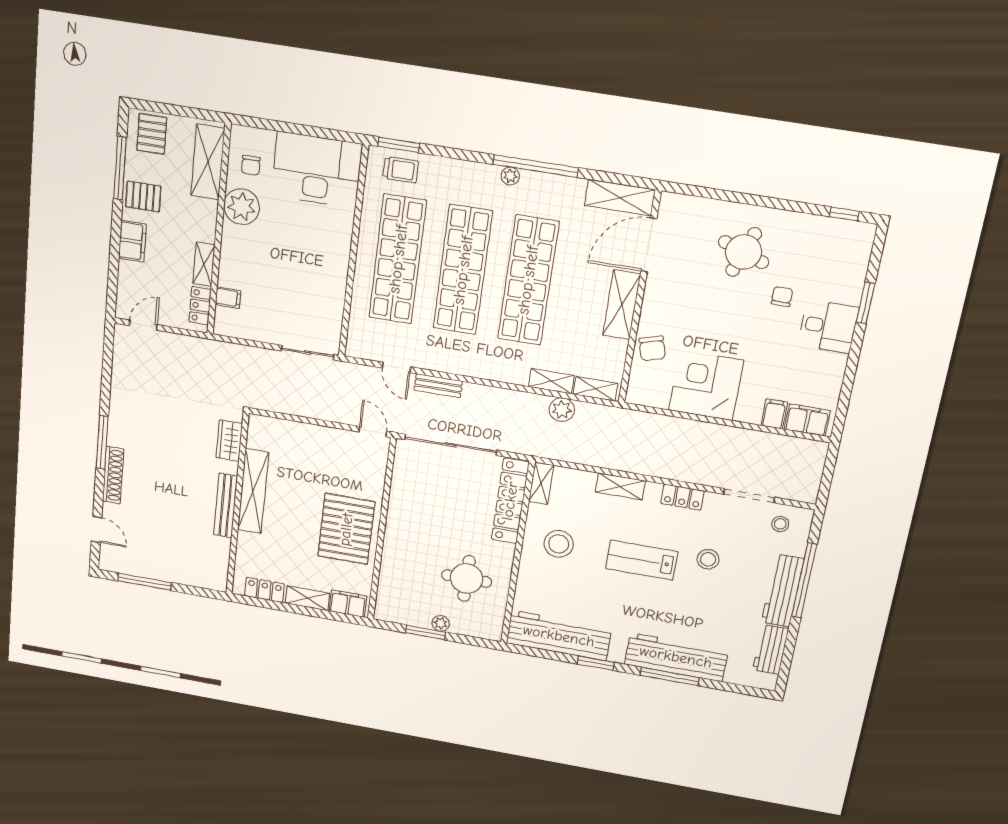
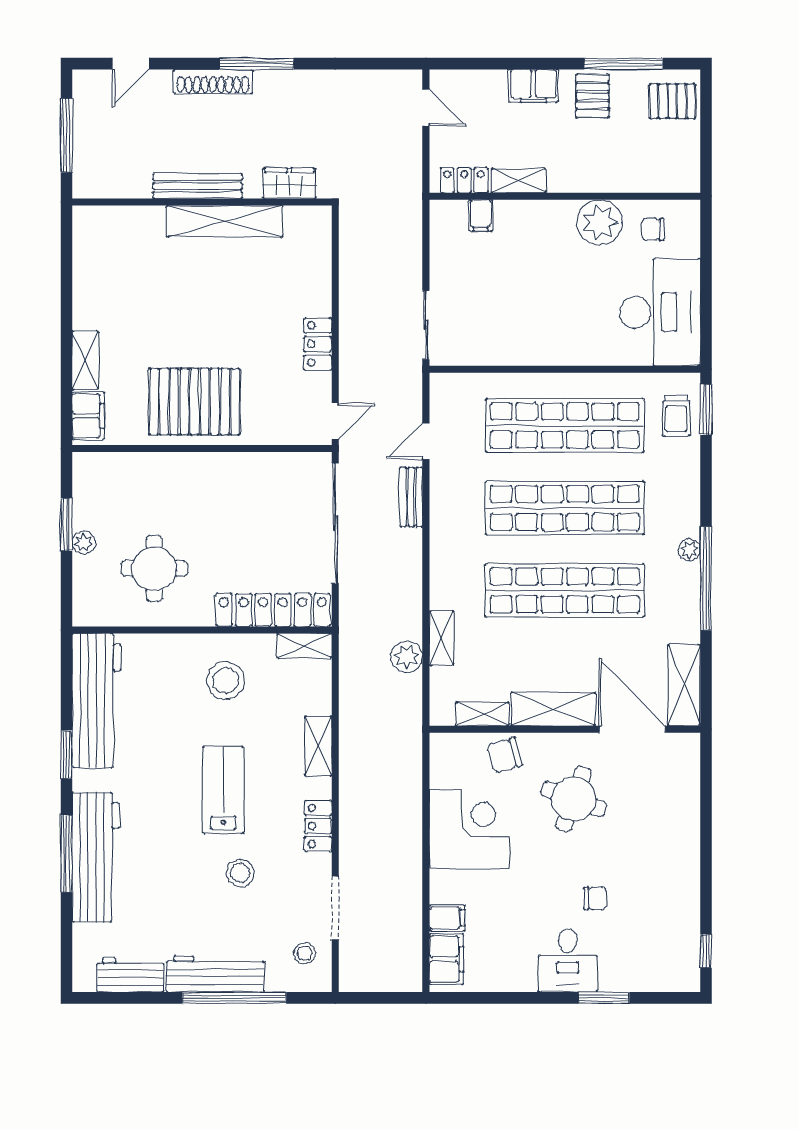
shelving: (208, 162) -> (649, 175), removed
round table: (744, 252) -> (574, 799), moved
shelving: (595, 389) -> (482, 714), moved, turned 90
wardrobe: (229, 441) -> (289, 183), moved
shelving: (253, 491) -> (225, 221), moved
wall: (237, 505) -> (202, 202), moved
bench: (225, 506) -> (198, 186), moved
locker: (265, 590) -> (318, 344), moved, turned 180

